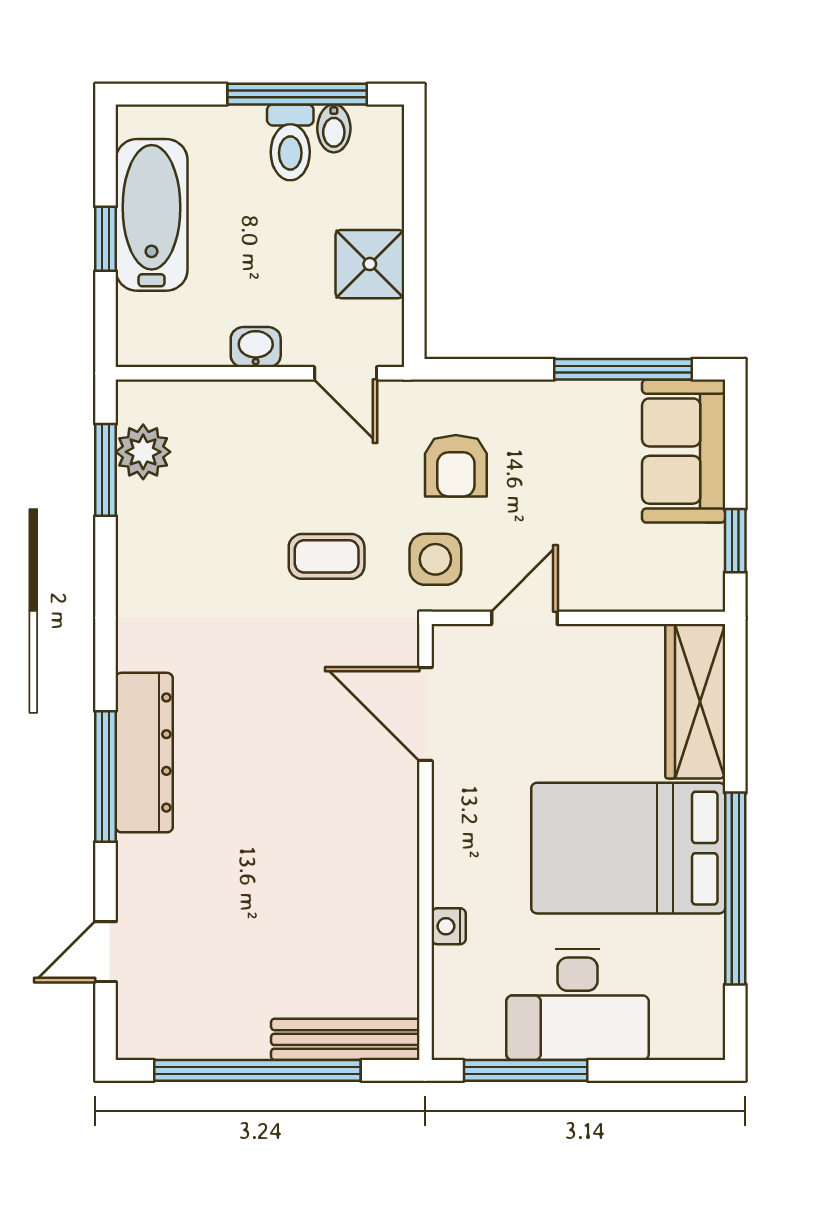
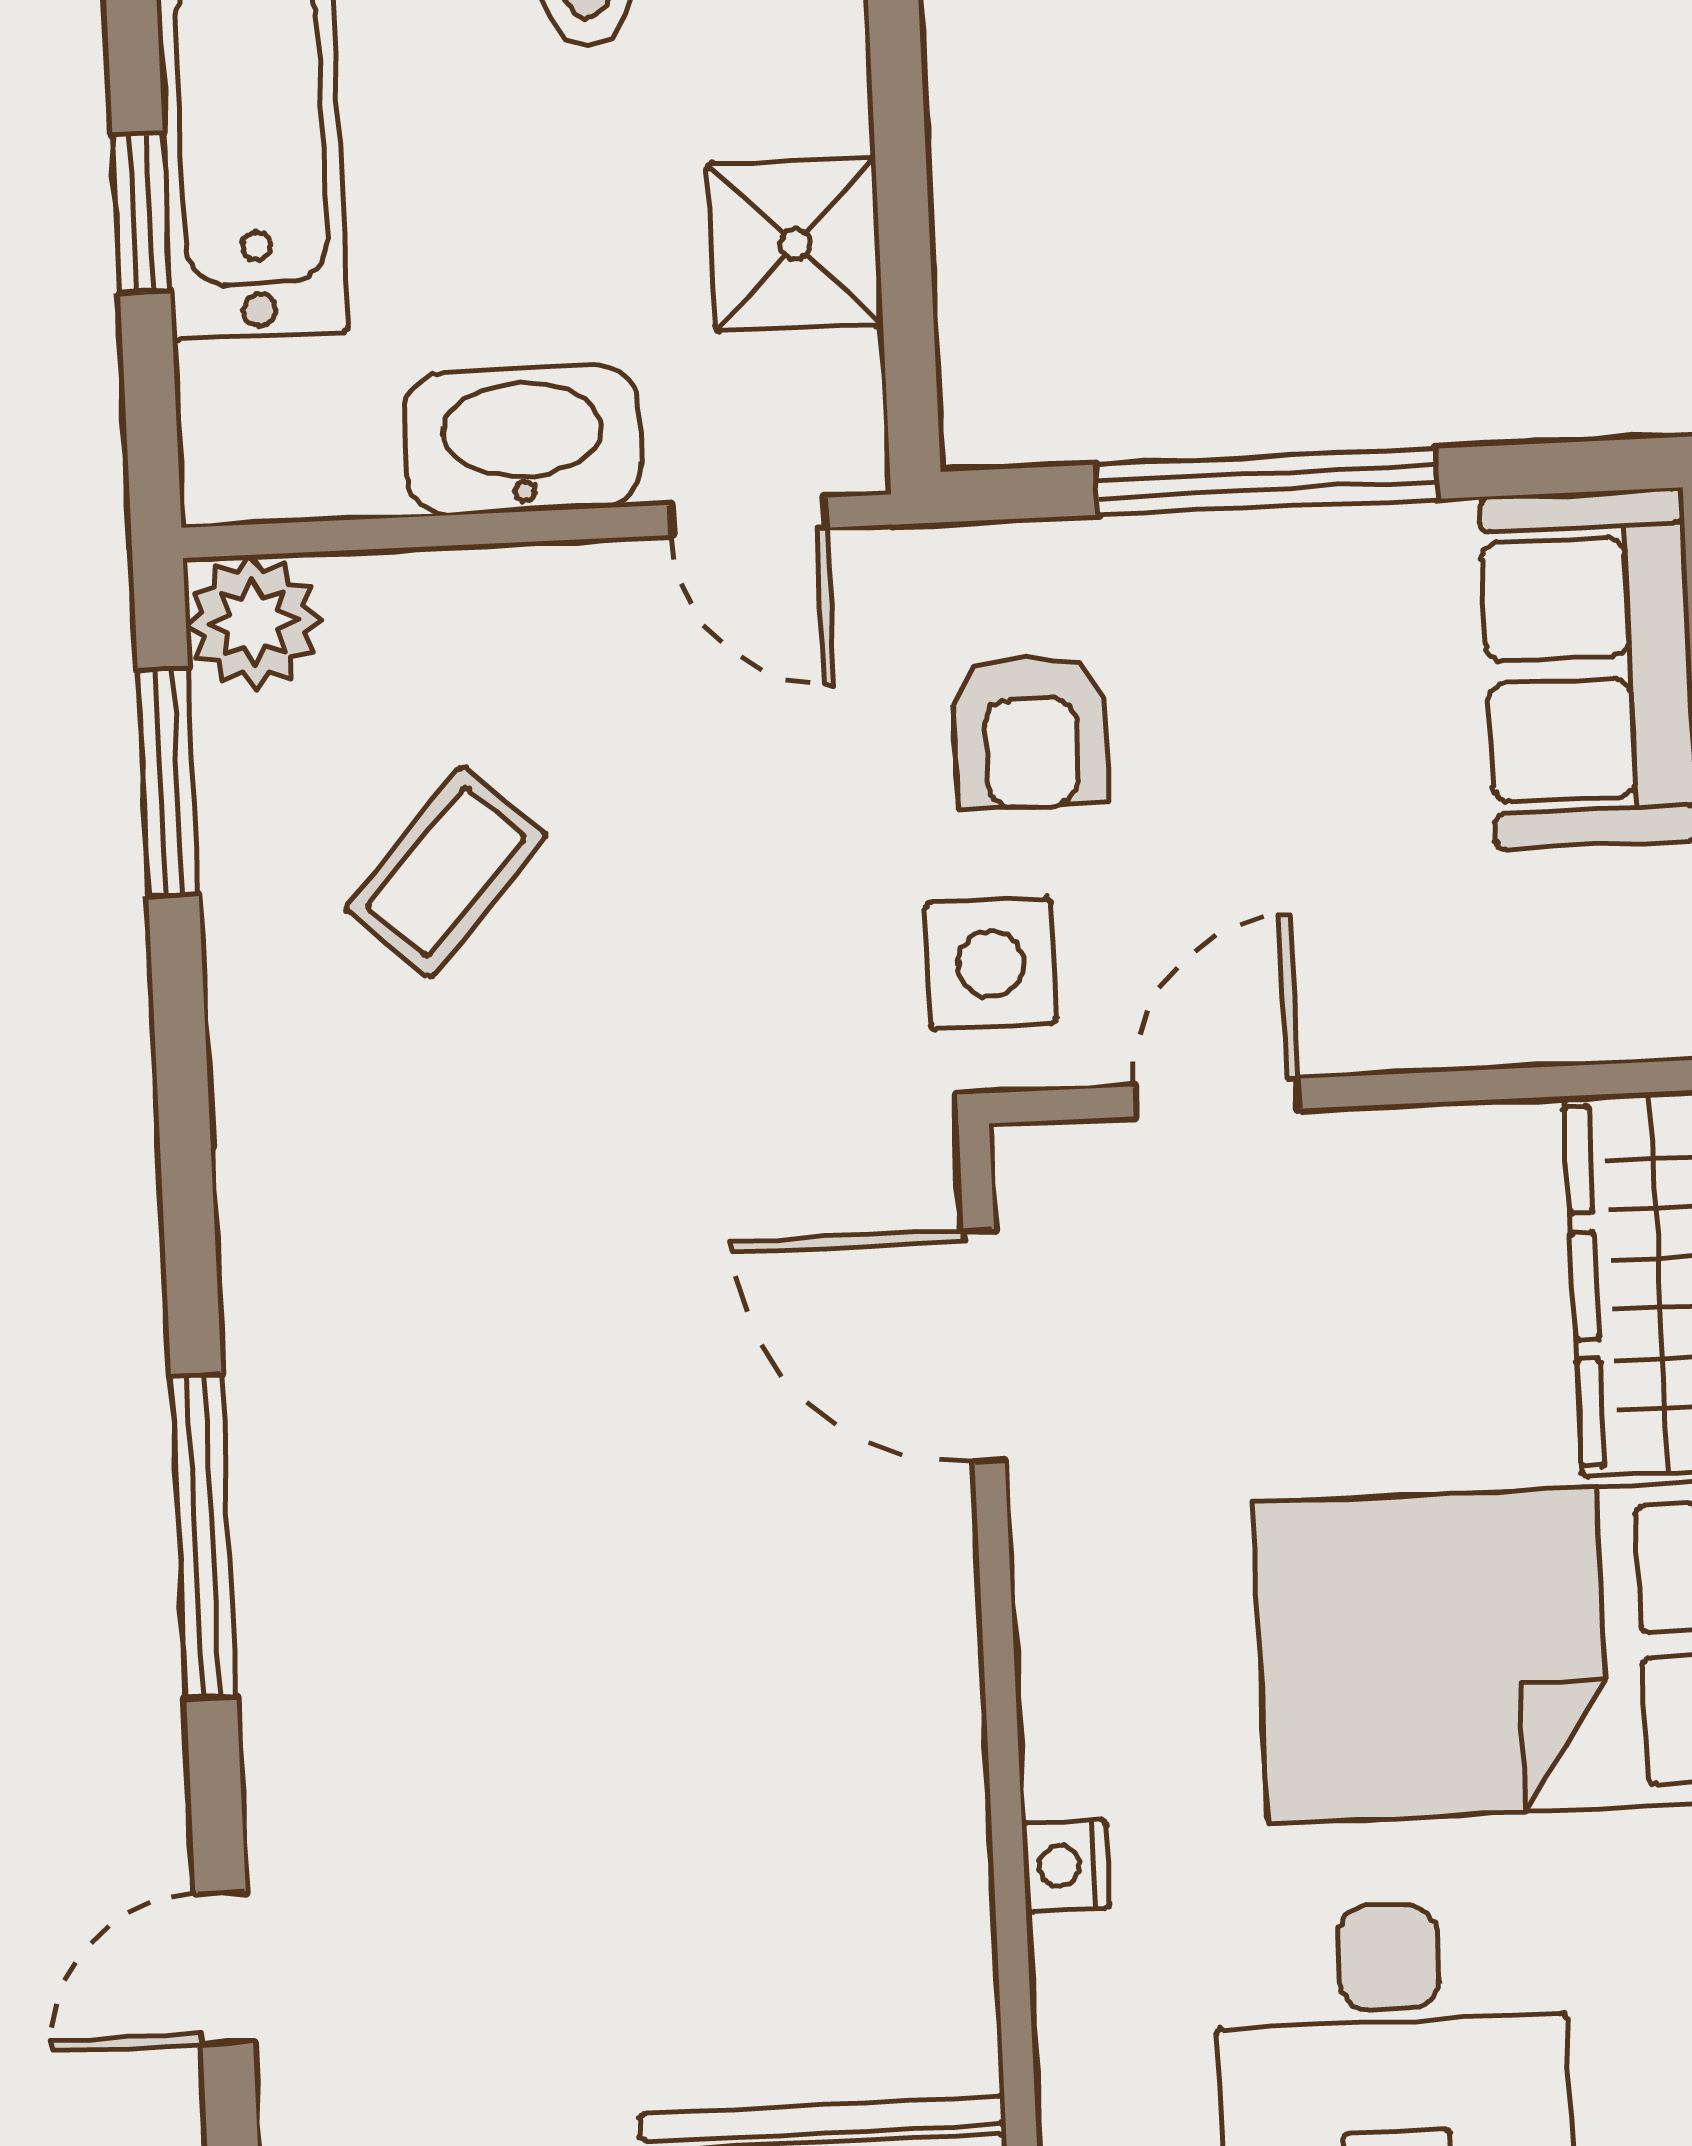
washbasin: (256, 347) -> (523, 440), width x1.91, depth x1.45
window: (623, 369) -> (1266, 482), moved
plant: (143, 452) -> (253, 622), moved
coffee table: (327, 556) -> (446, 872), moved, turned -48
dresser: (144, 753) -> (296, 1473), removed

